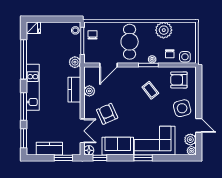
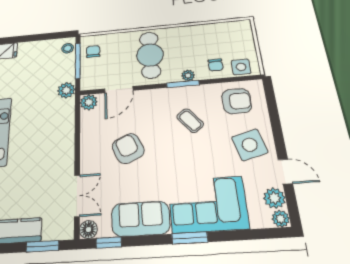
plant: (164, 30) -> (201, 35), removed
armchair: (179, 80) -> (237, 101), turned 180
kitchen counter: (74, 90) -> (65, 130), removed
plant: (89, 91) -> (89, 102), moved
armchair: (107, 114) -> (128, 149), moved

